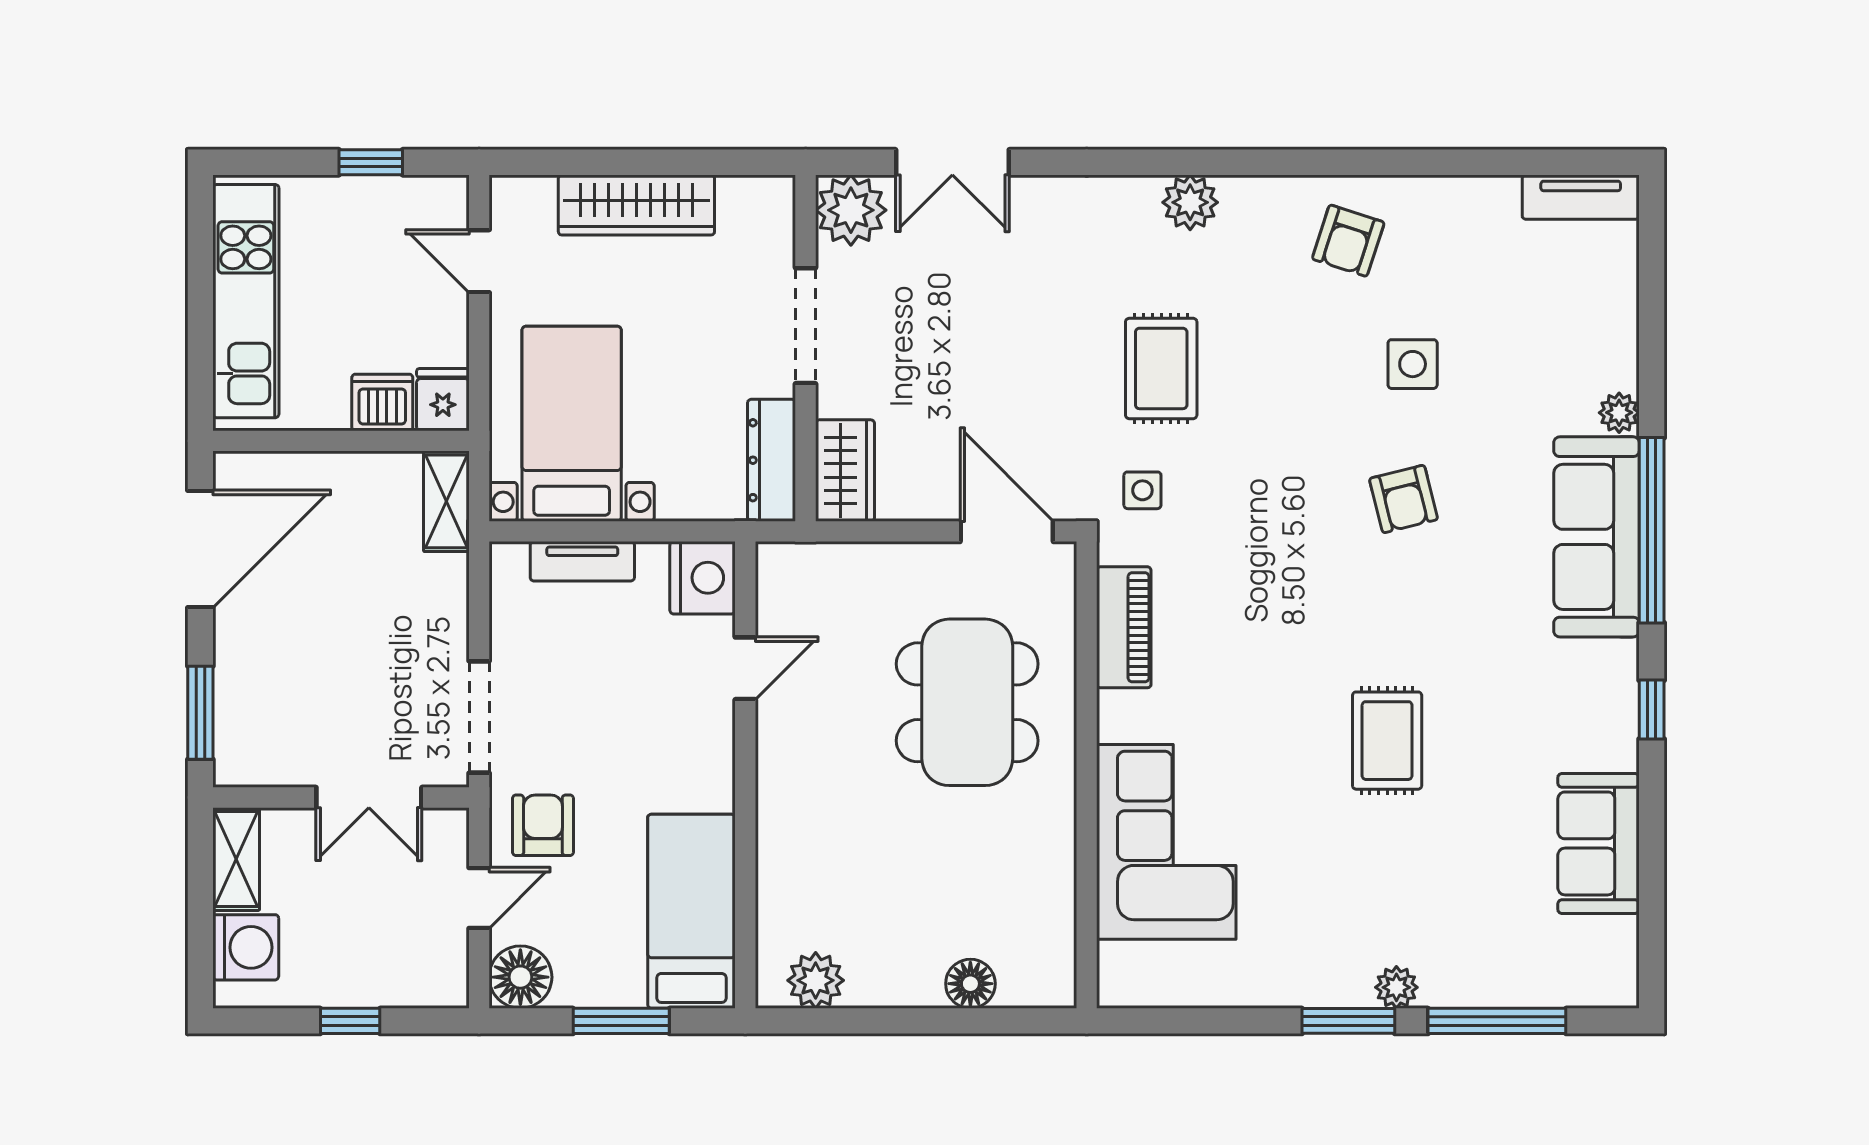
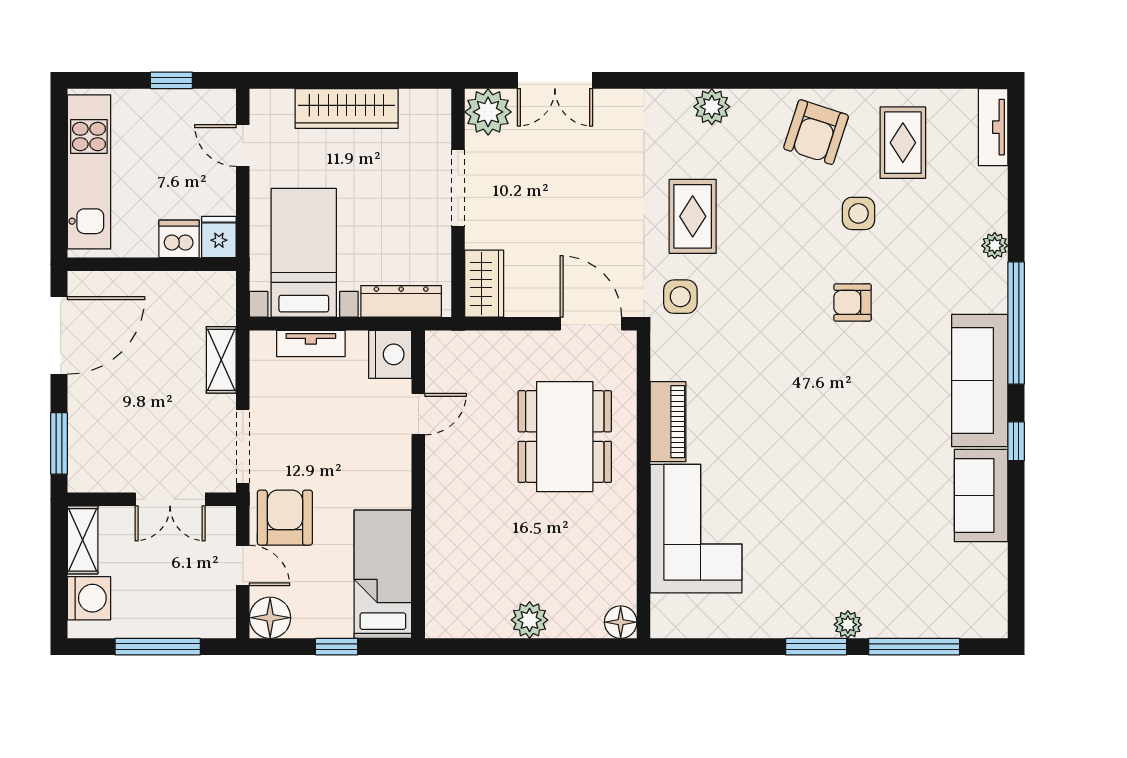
tv unit: (1581, 197) -> (993, 127), moved, turned 90
armchair: (1348, 241) -> (816, 132), width x1.38, depth x1.38
dresser: (772, 460) -> (401, 301), moved, turned 90
side table: (1142, 490) -> (680, 297), width x1.37, depth x1.37
armchair: (1404, 499) -> (853, 302), turned 104
shelving: (446, 501) -> (221, 360), moved
sofa: (1596, 537) -> (980, 381), moved
piano: (1124, 627) -> (668, 422), moved
rug: (1387, 741) -> (903, 143), moved
armchair: (543, 825) -> (285, 518), width x1.38, depth x1.38
sofa: (1599, 843) -> (981, 495), moved
door: (479, 898) -> (243, 566), hinge flipped
plant: (816, 980) -> (530, 620), moved
floor lamp: (970, 984) -> (621, 622), moved
window: (350, 1021) -> (158, 647), width x2.17
window: (621, 1021) -> (337, 647), width x0.67

